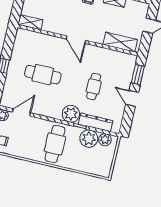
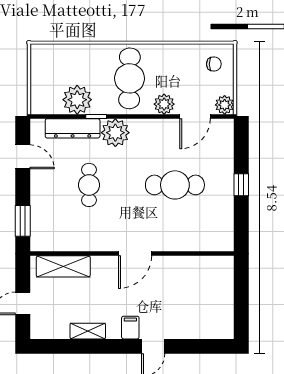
shelving: (30, 22) -> (215, 264), removed
door: (76, 40) -> (135, 253), swing flipped
door: (132, 98) -> (23, 157), moved
plant: (105, 140) -> (164, 104), moved

